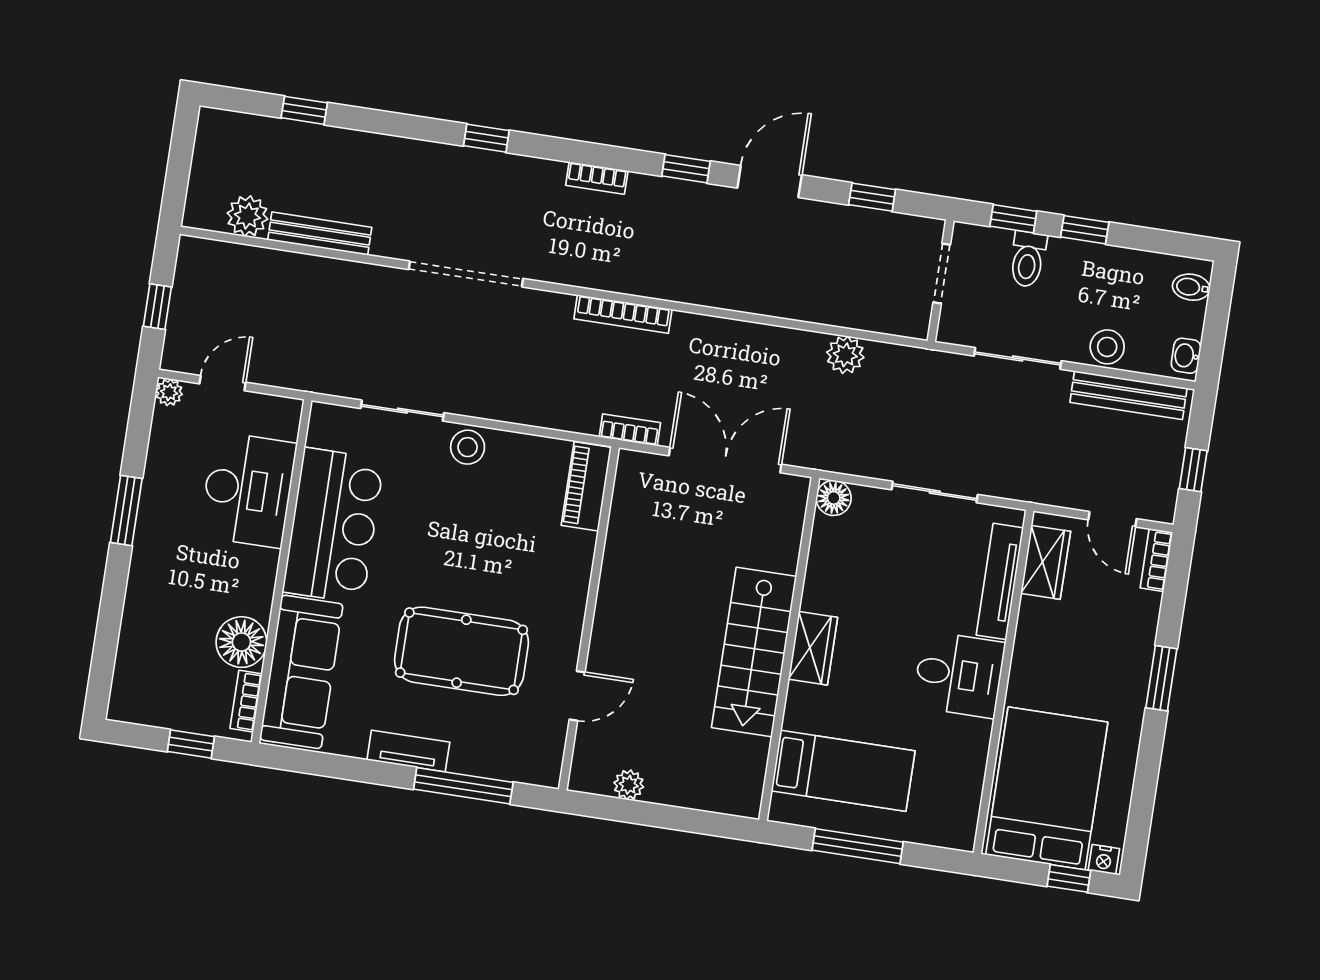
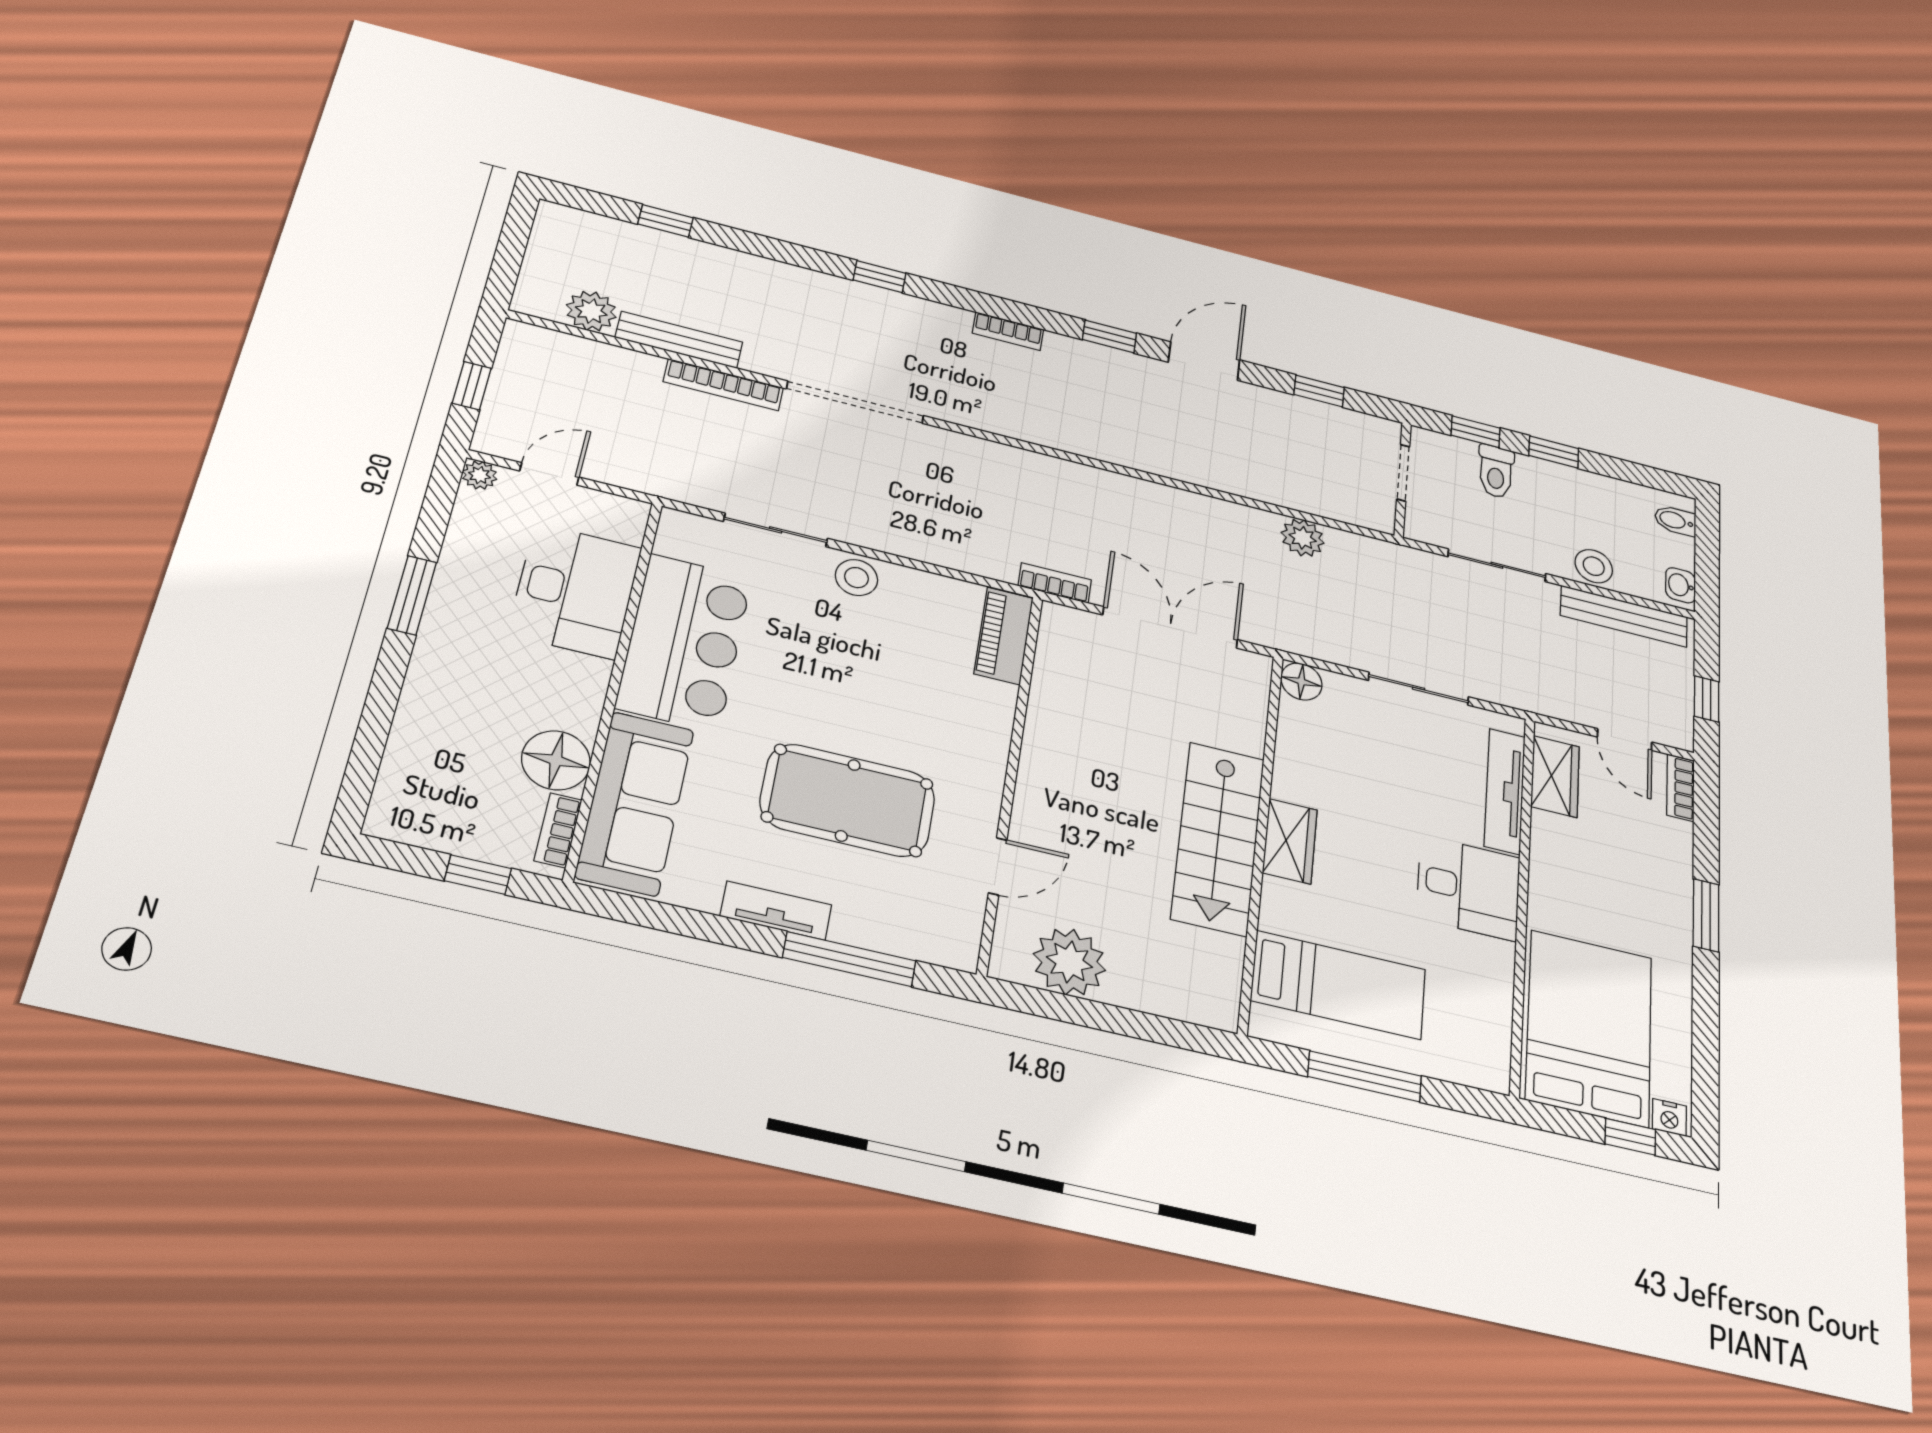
bookcase: (623, 314) -> (723, 385), moved
plant: (629, 785) -> (1069, 962), width x1.88, depth x1.88

